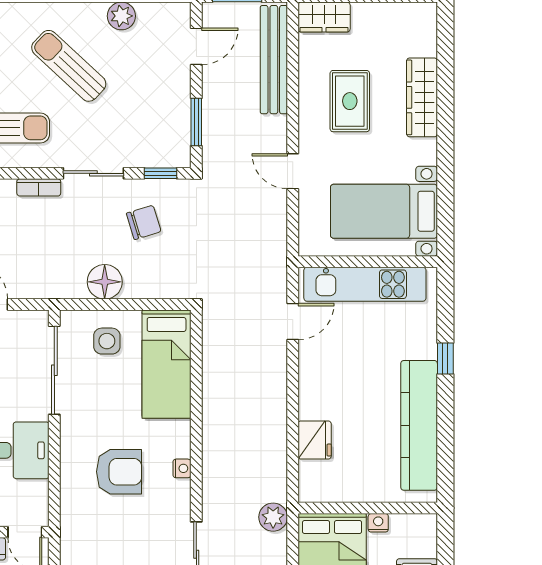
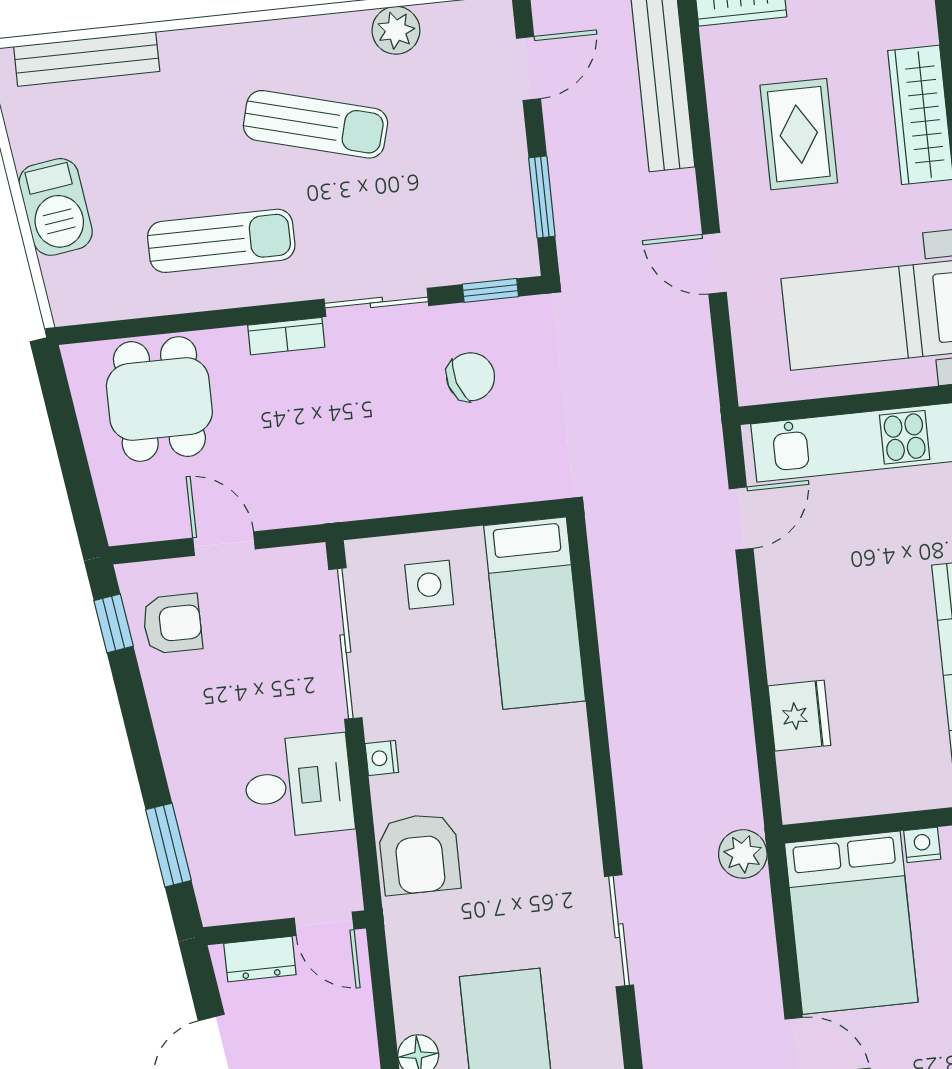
sun lounger: (69, 66) -> (315, 124), turned 152
floor lamp: (105, 282) -> (415, 484), removed
nightstand: (182, 468) -> (382, 758), moved, turned 180
armchair: (119, 472) -> (419, 854), moved, turned 90

